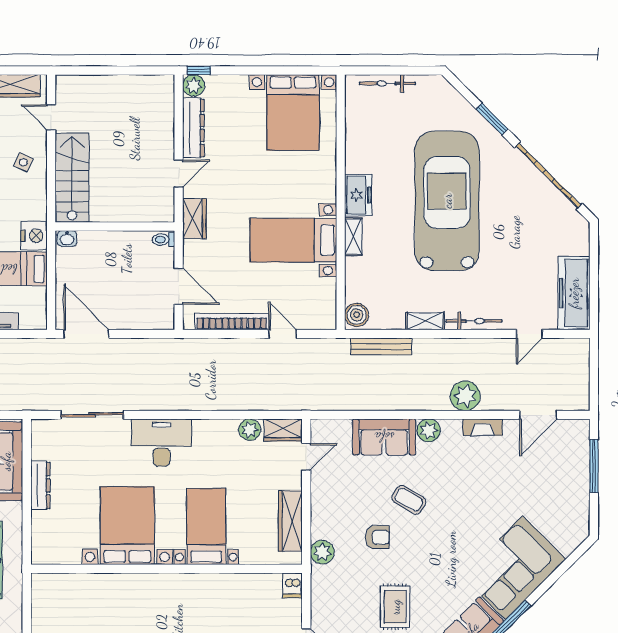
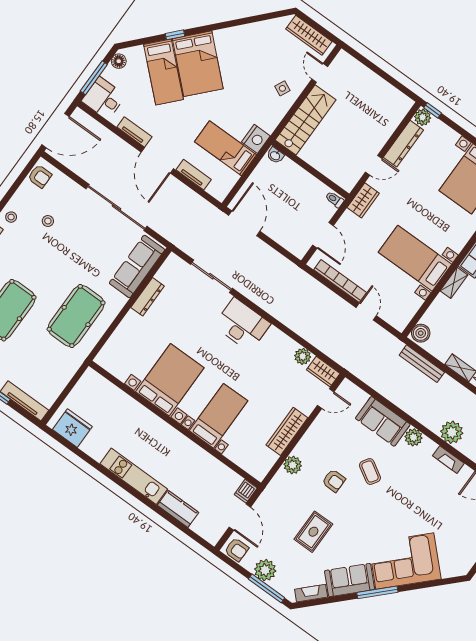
bed with nightstands: (127, 526) -> (170, 380), moved
bed with nightstands: (206, 526) -> (218, 416), moved
wall: (167, 569) -> (175, 424), moved
dishwasher: (293, 585) -> (246, 491), moved

